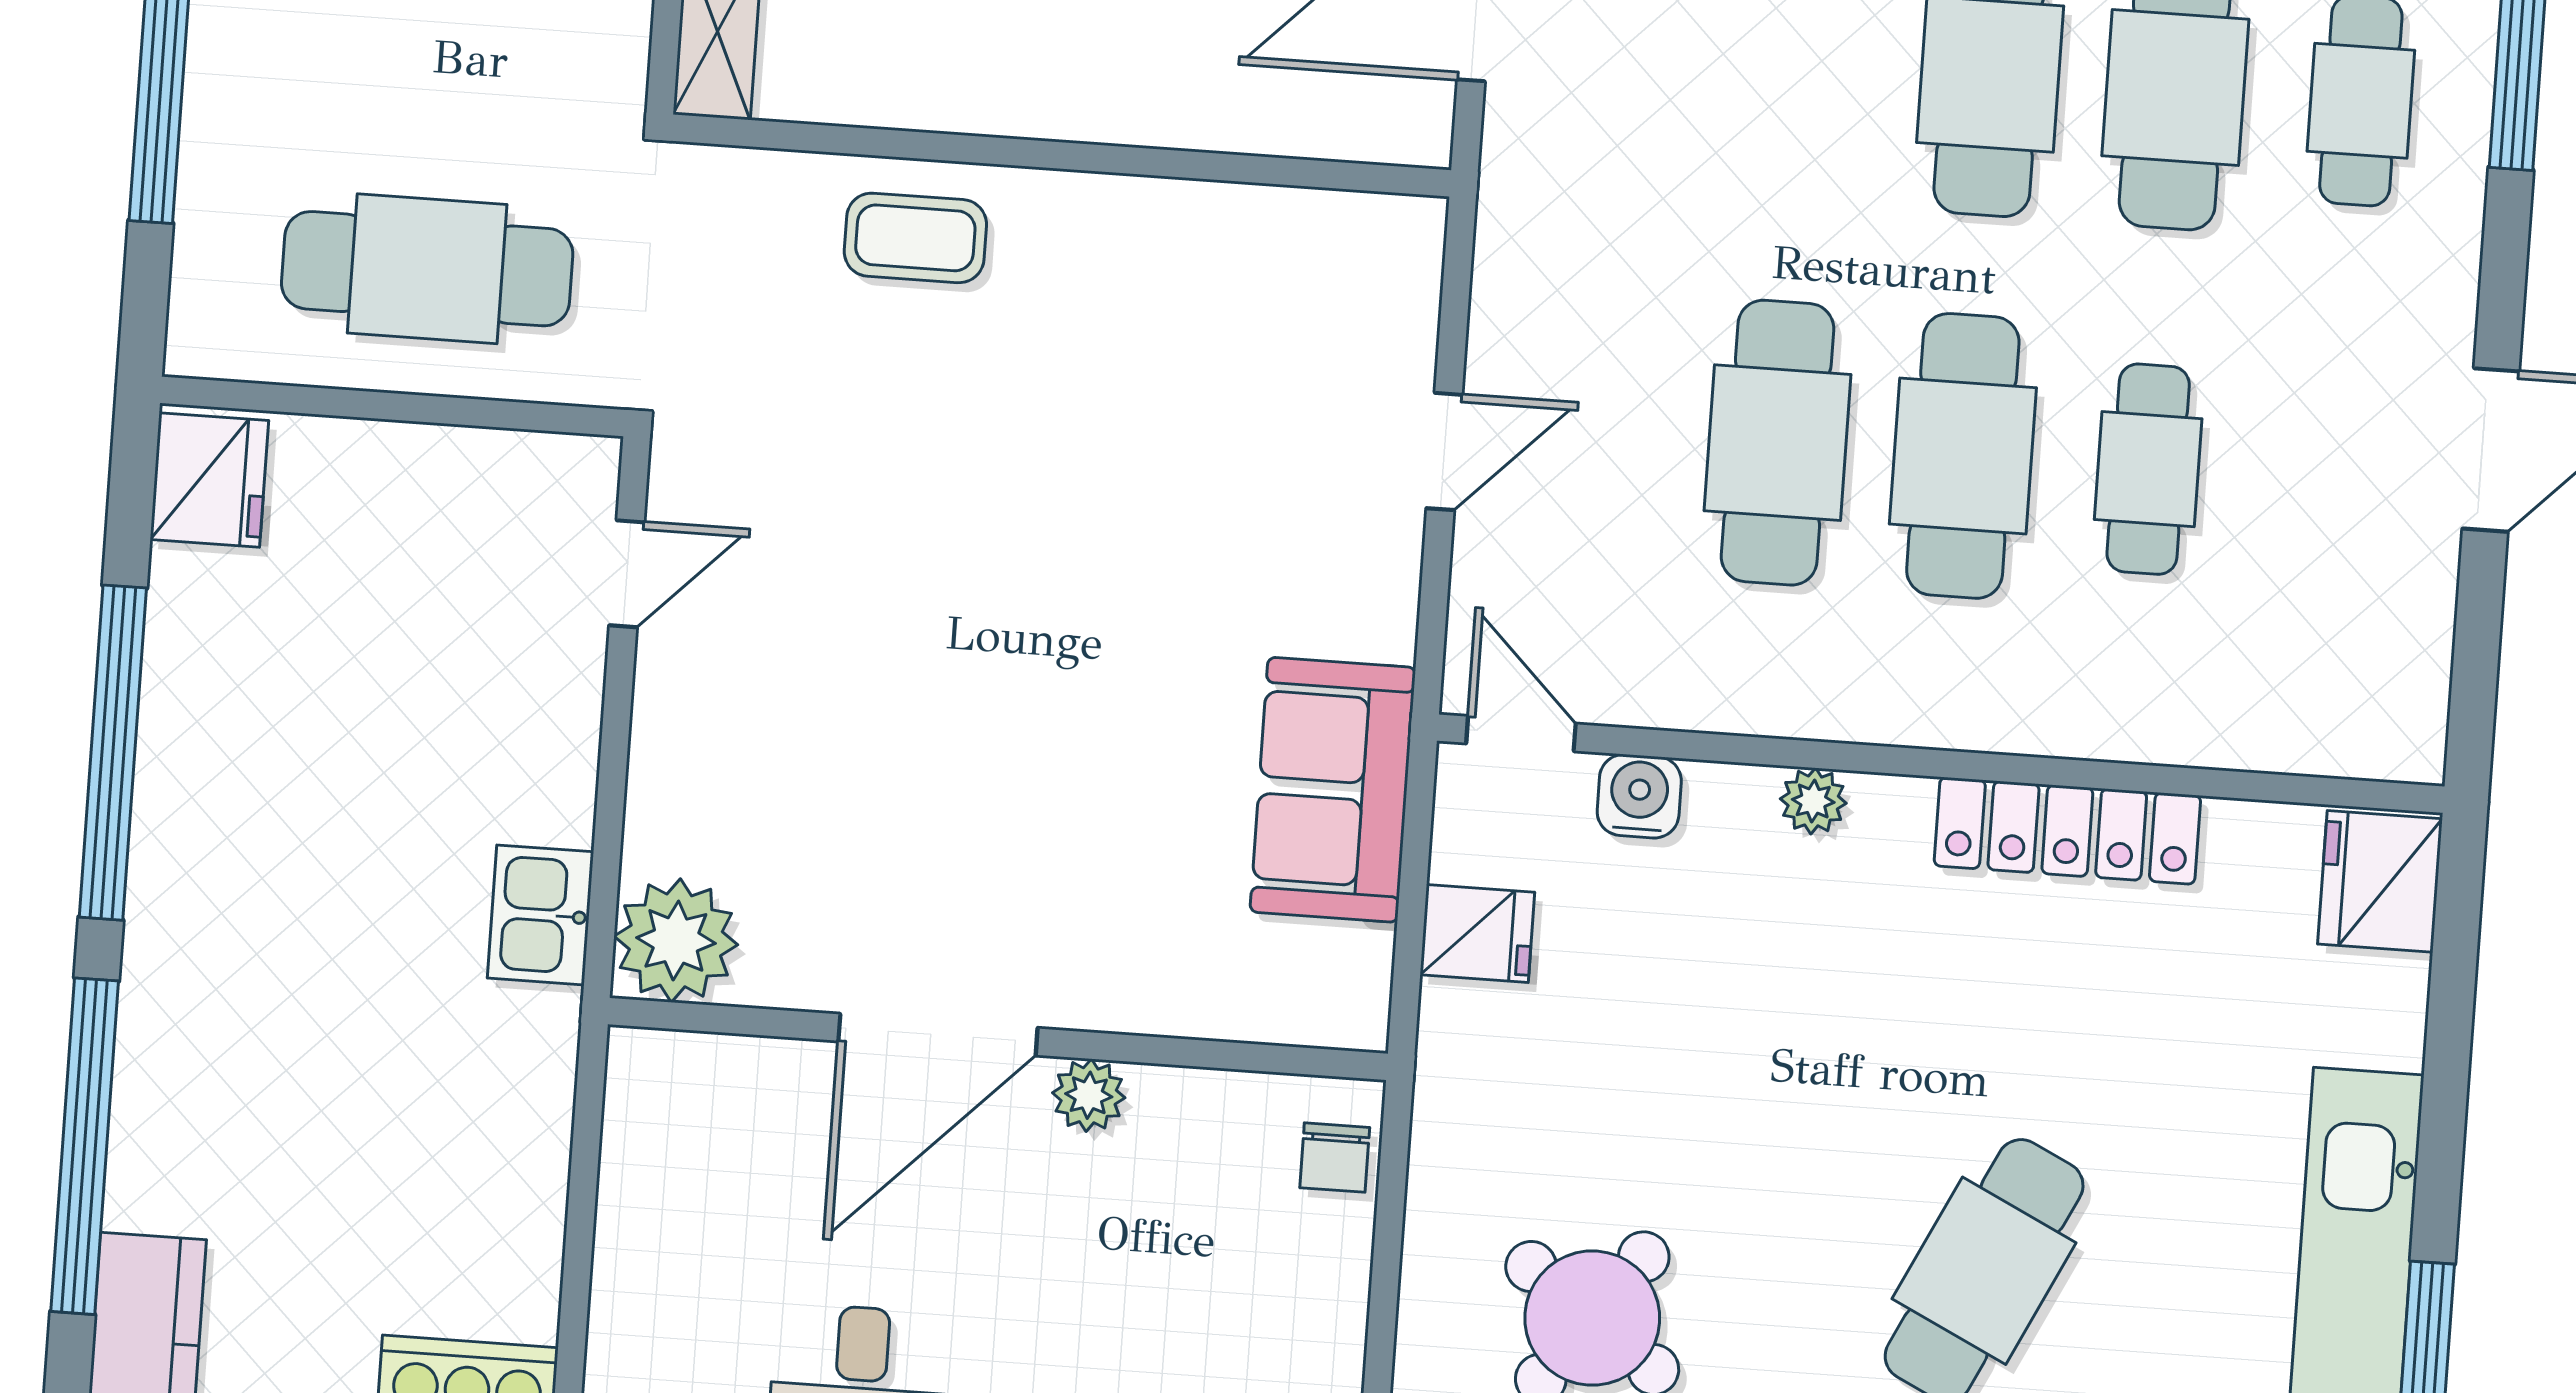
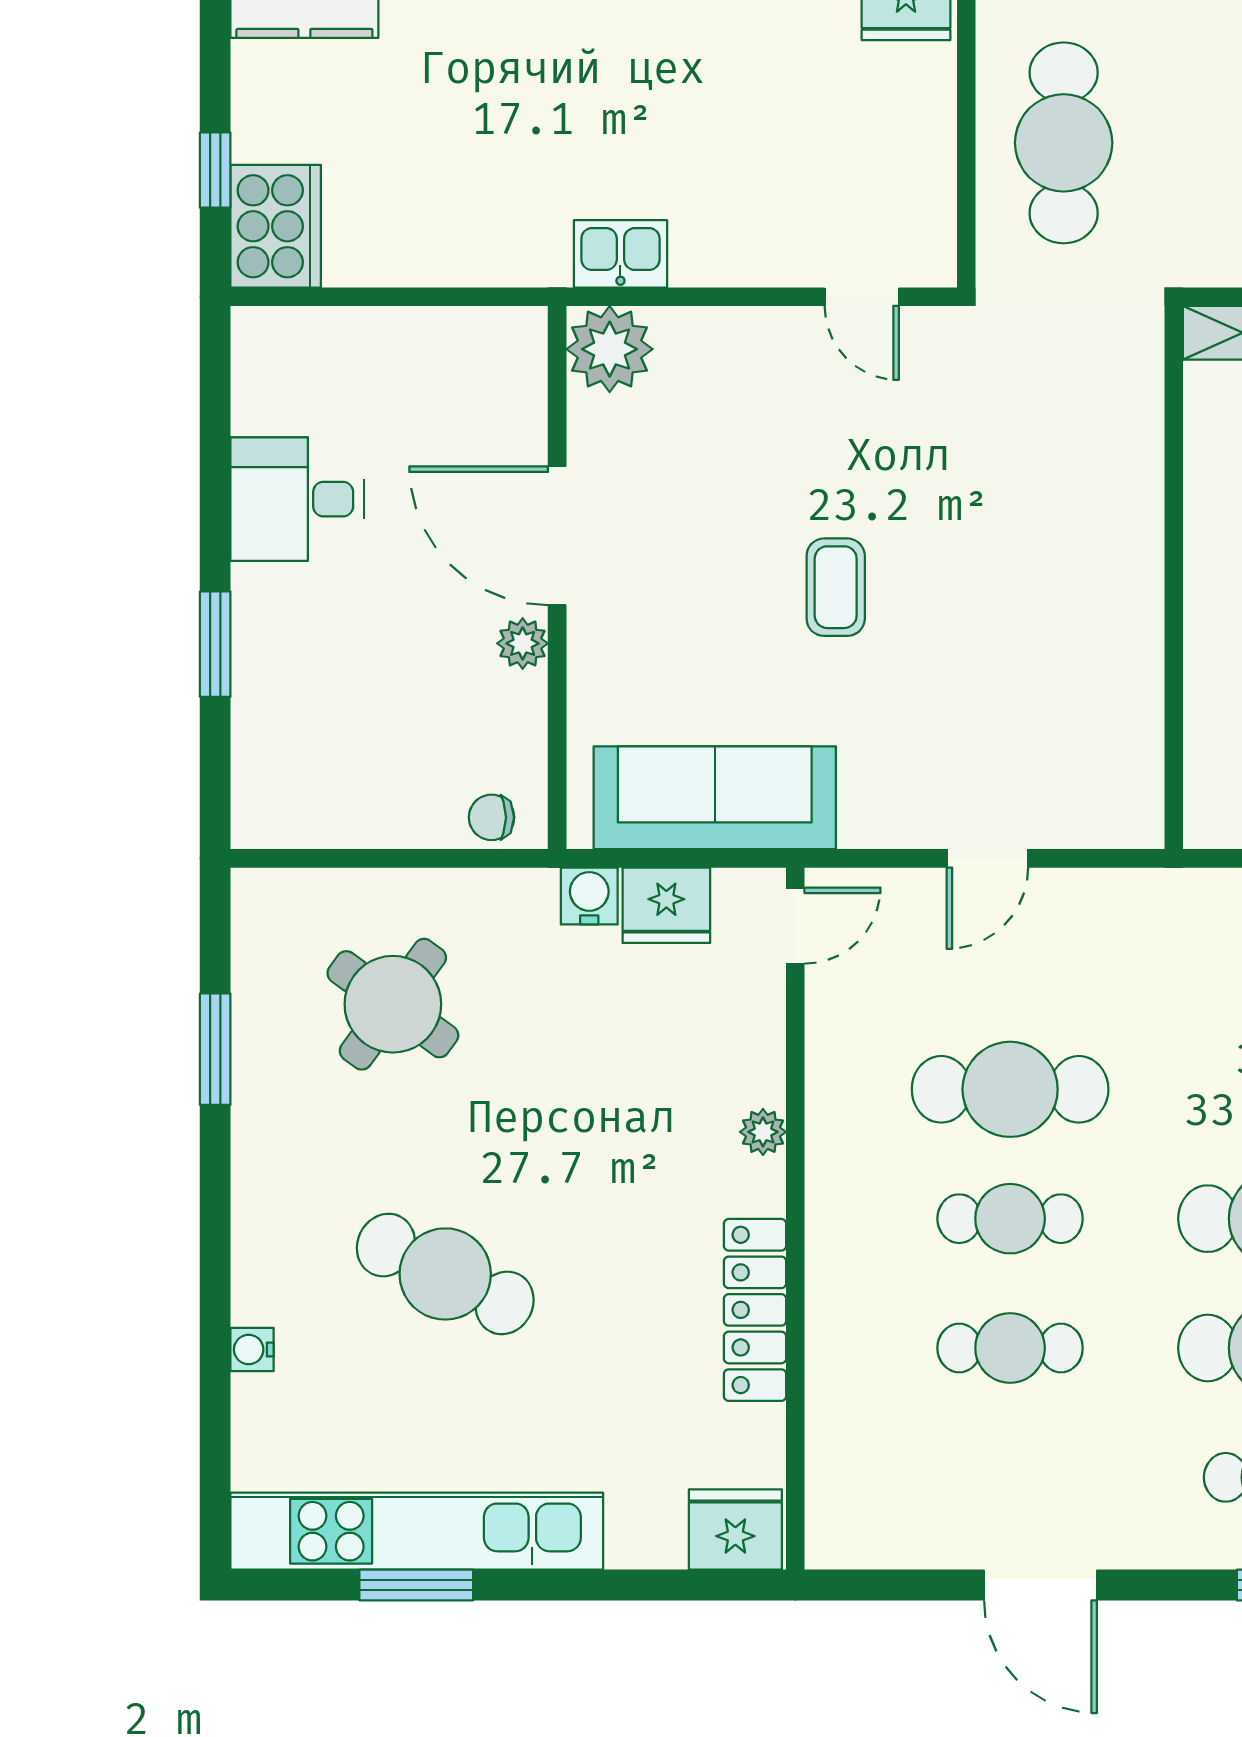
coffee table: (915, 238) -> (836, 587), moved
door: (1444, 451) -> (987, 858), hinge flipped
cafe table: (1963, 456) -> (1010, 1219), width x0.73, depth x0.74
sofa: (1333, 790) -> (715, 798), width x1.36
water cooler: (1639, 796) -> (589, 896), moved, turned -90
fridge: (1477, 934) -> (666, 905), width x1.38

